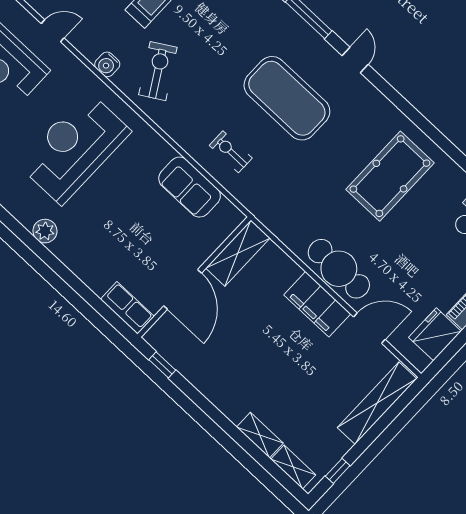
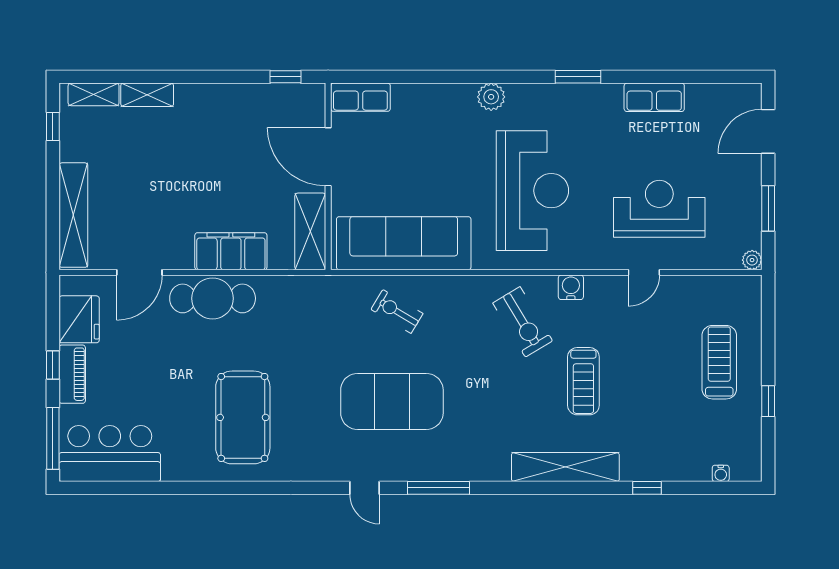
exercise bike: (231, 152) -> (397, 311), turned -149
sofa: (190, 187) -> (404, 243), width x1.85, depth x1.27
filing cabinet: (317, 304) -> (231, 251), moved

